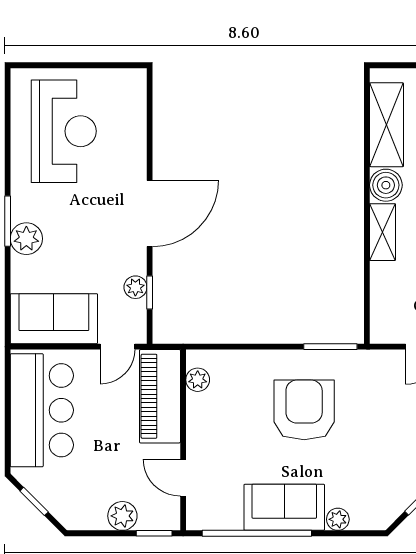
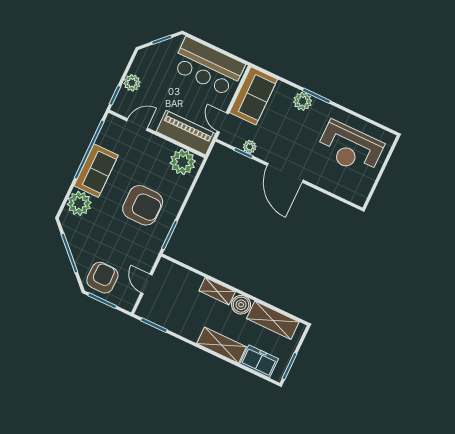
plant: (198, 380) -> (183, 162), width x1.87, depth x1.87
plant: (338, 519) -> (79, 203), width x1.88, depth x1.88

